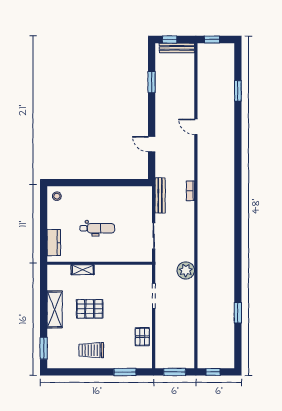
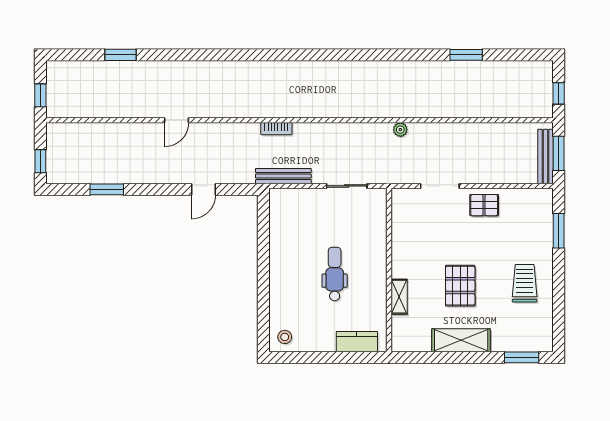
bench: (177, 48) -> (545, 156), moved
plant: (186, 270) -> (400, 130), width x0.53, depth x0.53
pallet: (142, 337) -> (484, 205), moved
trolley: (91, 350) -> (525, 283), turned 180

